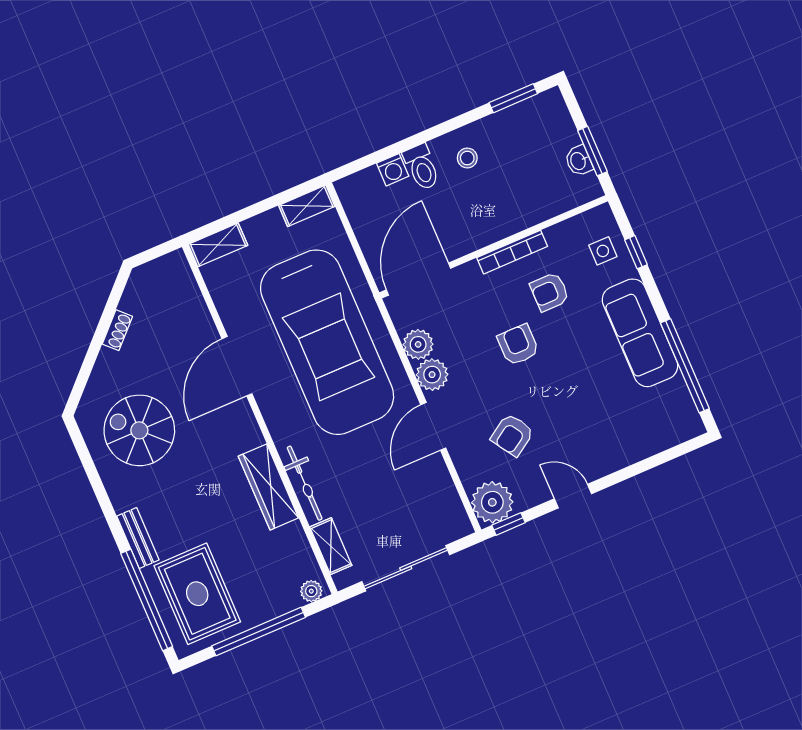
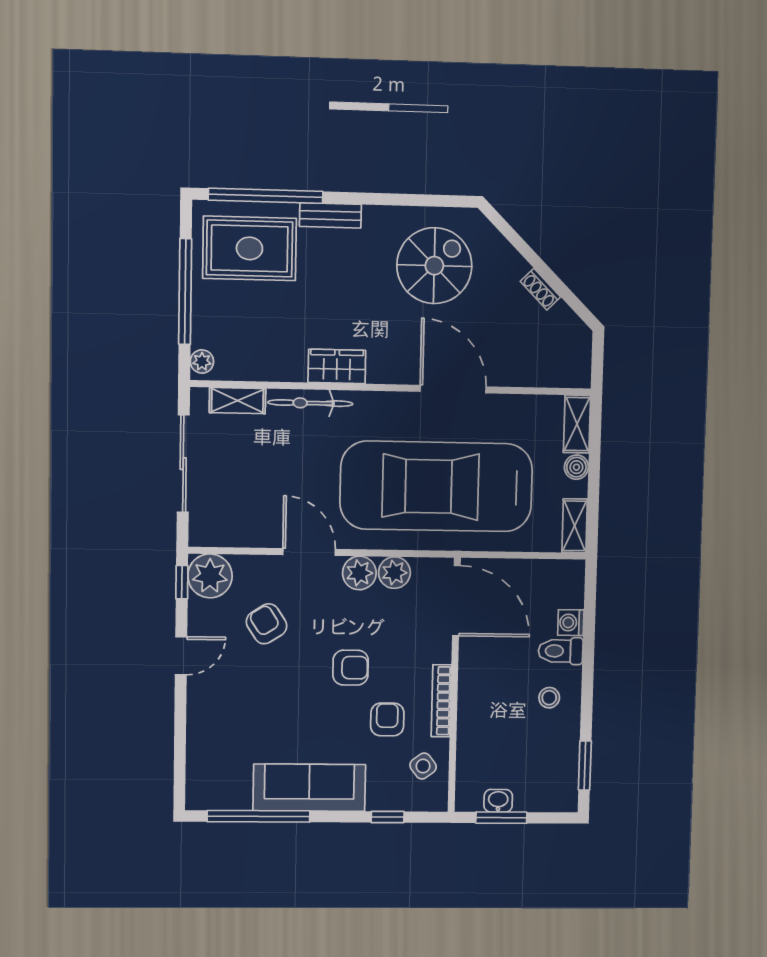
boiler: (255, 228) -> (576, 467), added
side table: (603, 251) -> (423, 766), moved, turned -37
wardrobe: (268, 487) -> (337, 366), width x0.67

